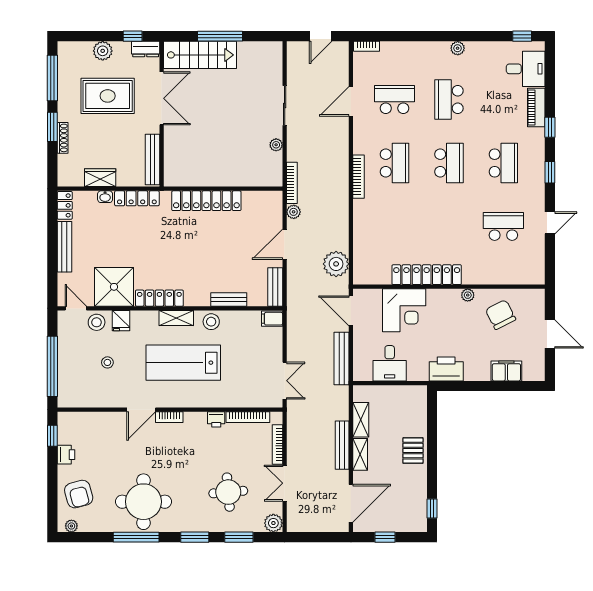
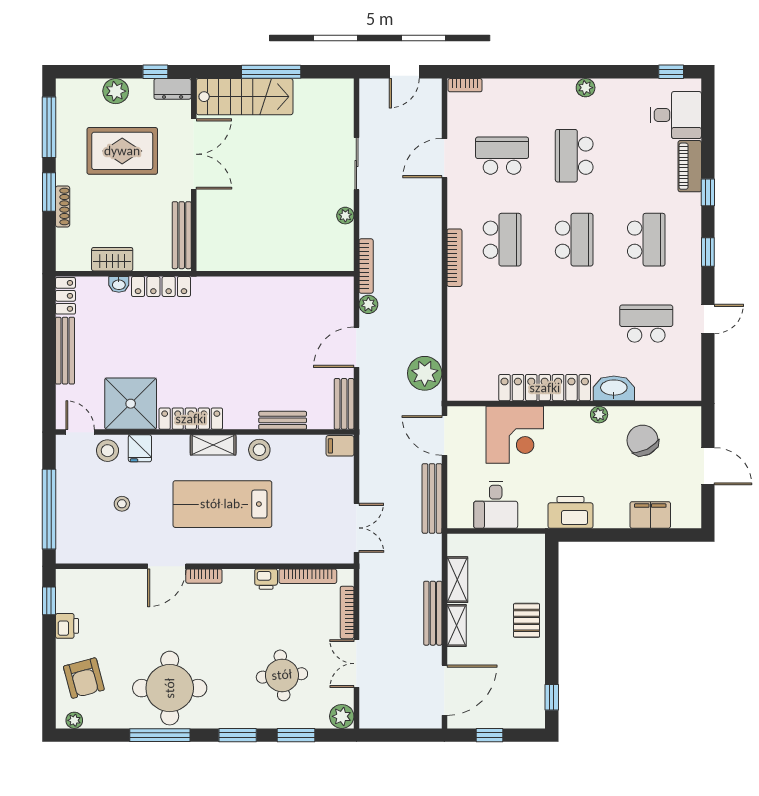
locker: (206, 201) -> (253, 290), removed
washbasin: (479, 275) -> (614, 388), added

